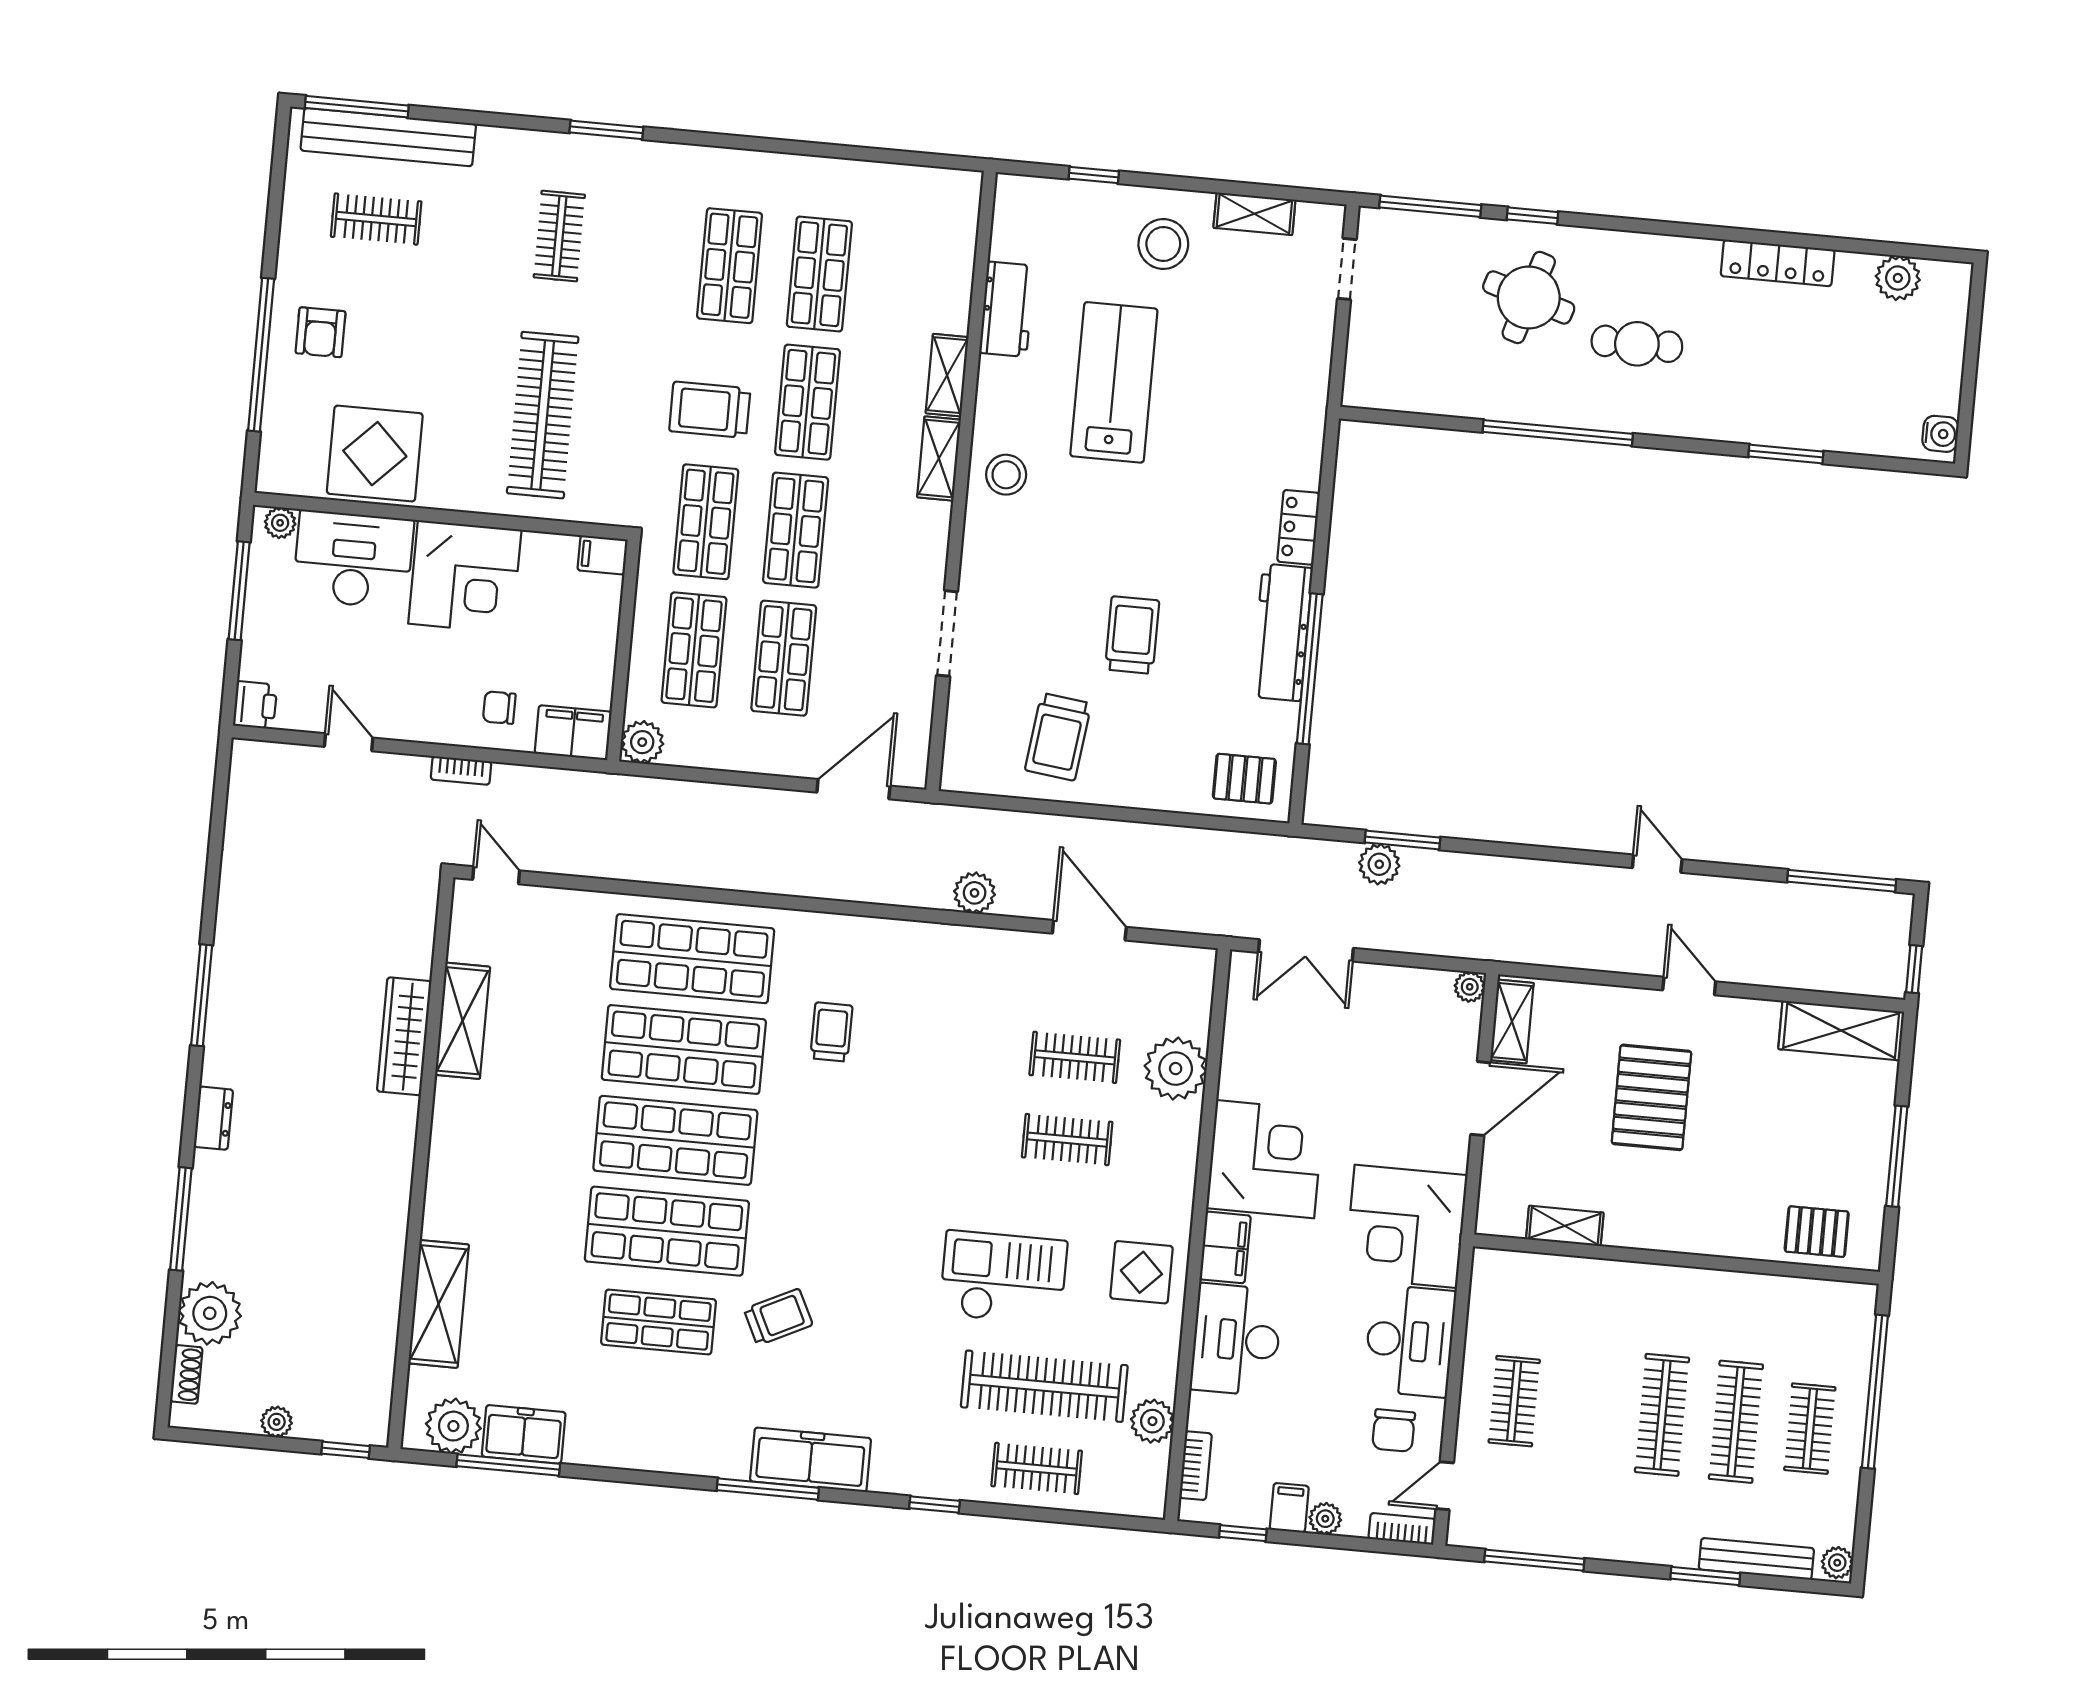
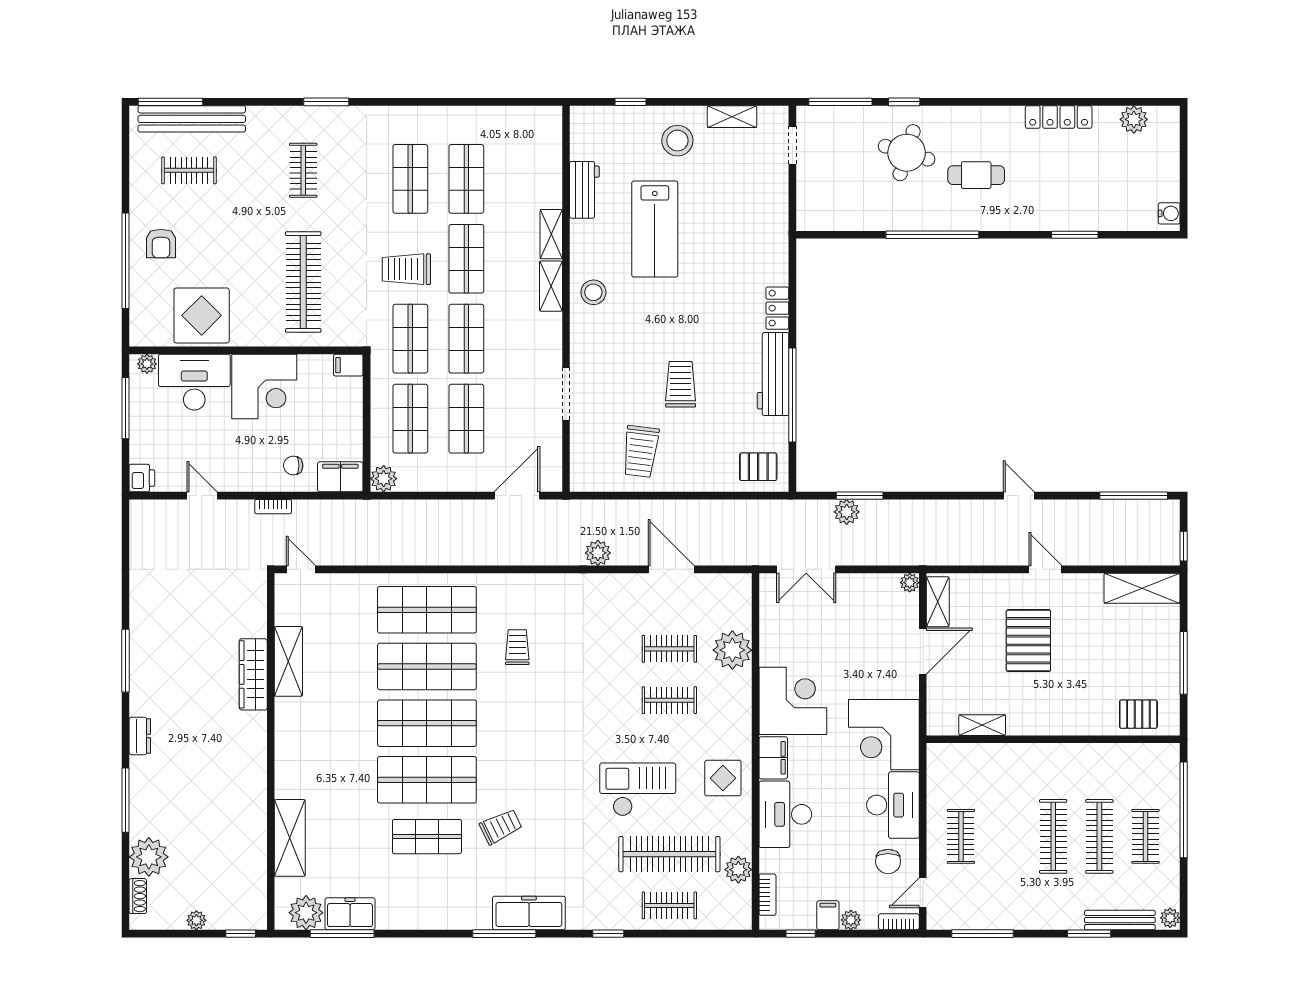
lab bench: (1114, 382) -> (655, 229), turned 180

